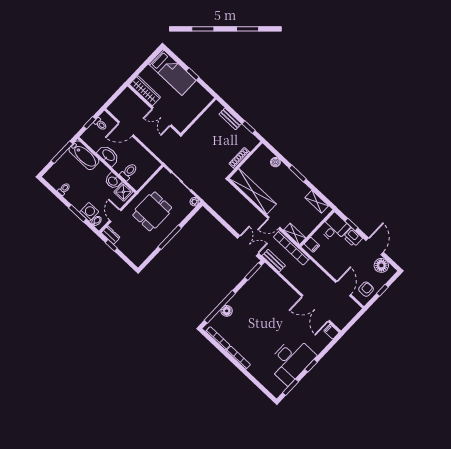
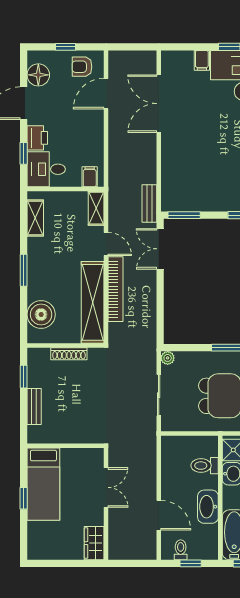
bed: (172, 72) -> (43, 484), moved, turned 180
wardrobe: (145, 91) -> (94, 543), width x0.67
boiler: (275, 162) -> (41, 314), width x1.86, depth x1.86
bookcase: (291, 248) -> (115, 289), moved
double door: (316, 308) -> (159, 104), swing flipped
filing cabinet: (331, 332) -> (202, 60), moved

